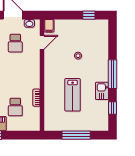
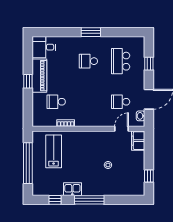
filing cabinet: (49, 26) -> (138, 141), width x2.00
door: (42, 42) -> (122, 129), swing flipped
lab bench: (73, 95) -> (54, 151), moved, turned 90
window: (76, 135) -> (28, 163), width x1.46

